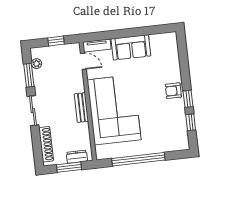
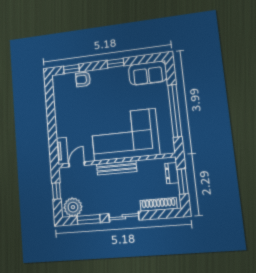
sofa: (131, 47) -> (148, 73), moved, turned 90
plant: (37, 64) -> (73, 207), width x1.88, depth x1.88
armchair: (173, 91) -> (83, 79), moved, turned 90
bench: (81, 108) -> (117, 168), width x1.36
window: (191, 122) -> (71, 69), moved

